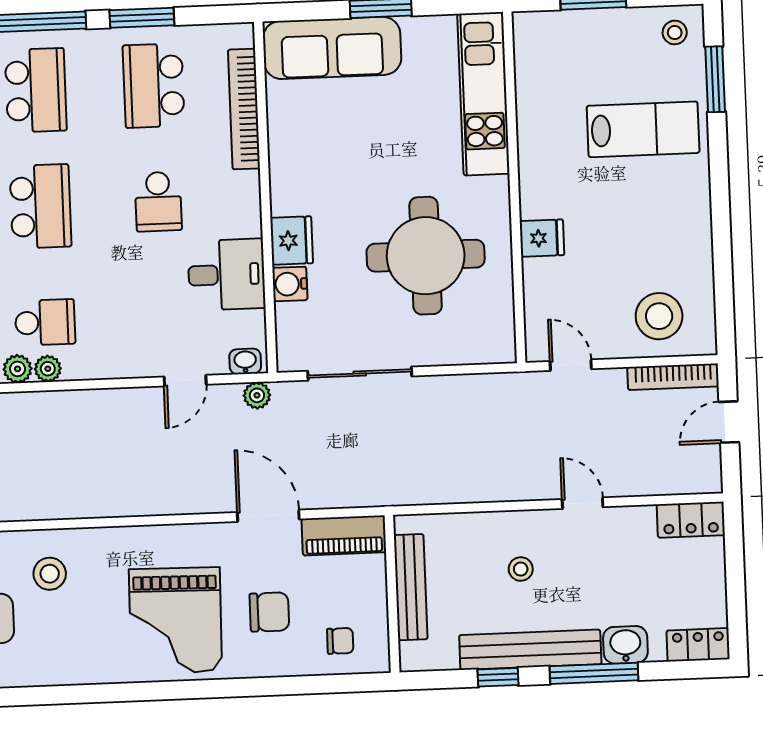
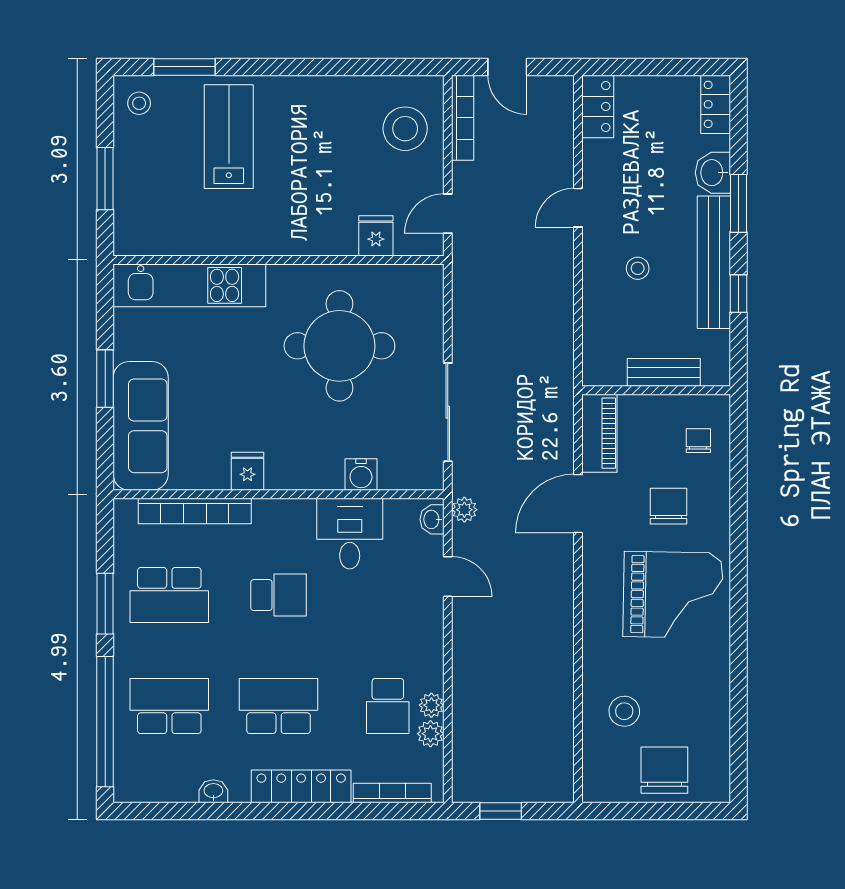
fridge: (542, 238) -> (376, 236), moved
fridge: (292, 241) -> (247, 471), moved, width x0.72
school desk: (45, 322) -> (388, 706), turned 180
bench: (411, 587) -> (664, 372), width x0.73
window: (594, 673) -> (738, 203), width x0.69

